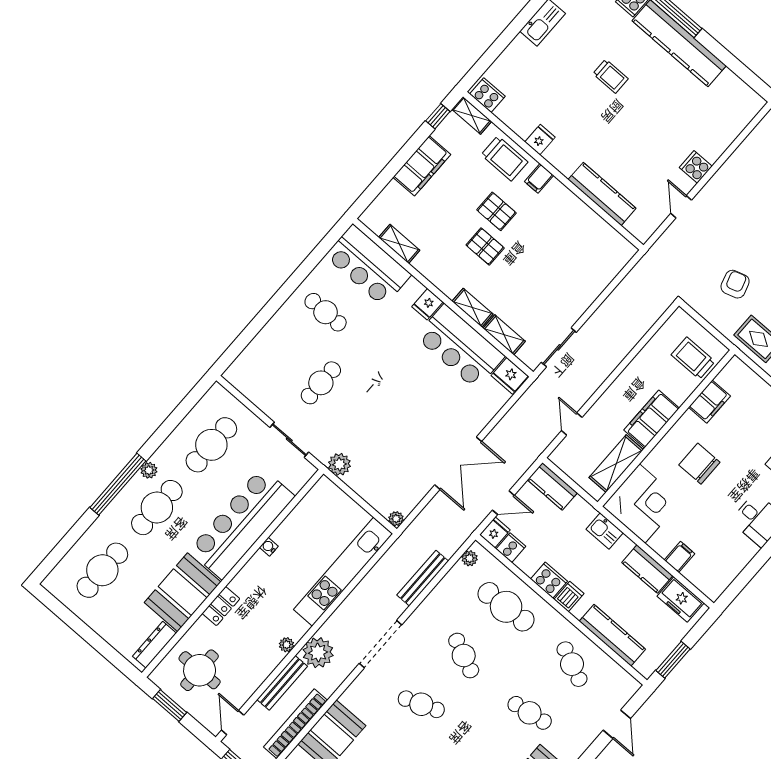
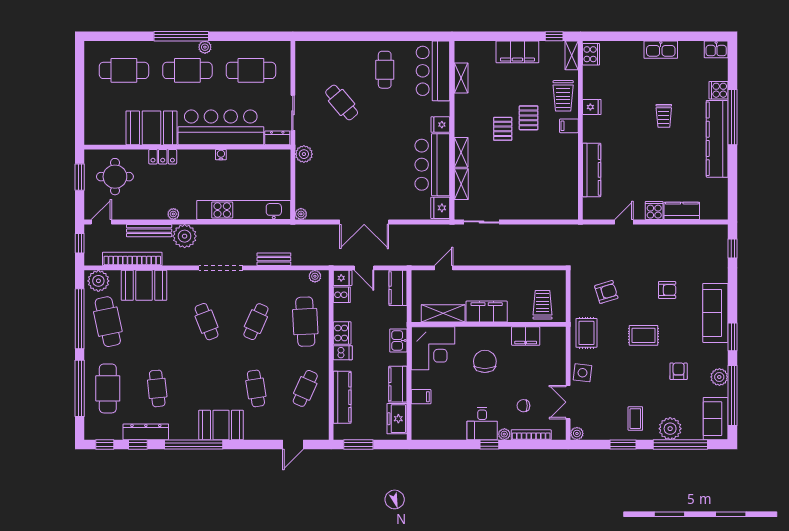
kitchen counter: (720, 140) -> (682, 211), added
cafe table: (321, 383) -> (342, 102), turned 50
bench: (423, 578) -> (274, 259), width x0.73
dresser: (154, 645) -> (277, 138), moved, width x0.70

